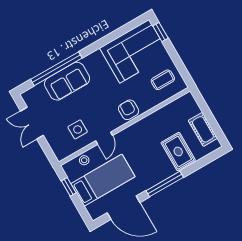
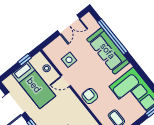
sofa: (67, 81) -> (108, 51), width x1.36
armchair: (129, 110) -> (90, 96), turned -90
double door: (32, 123) -> (69, 25), swing flipped

